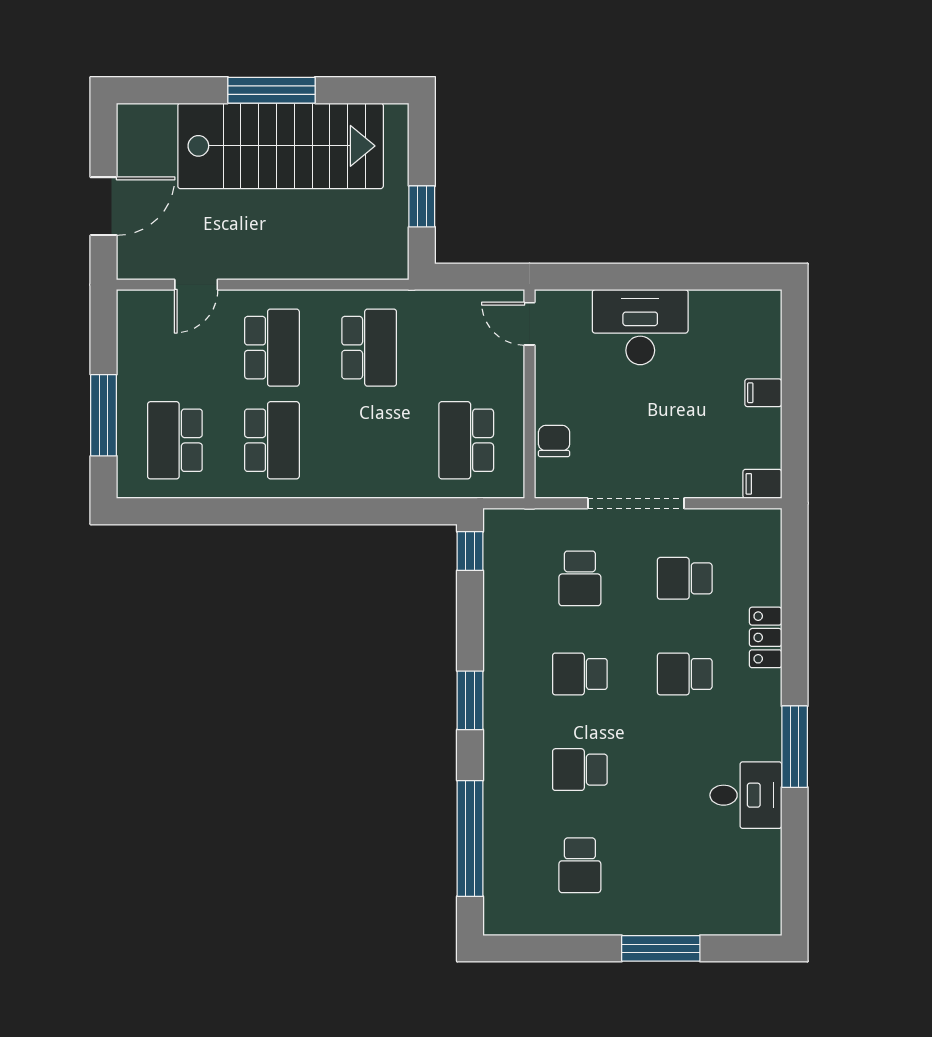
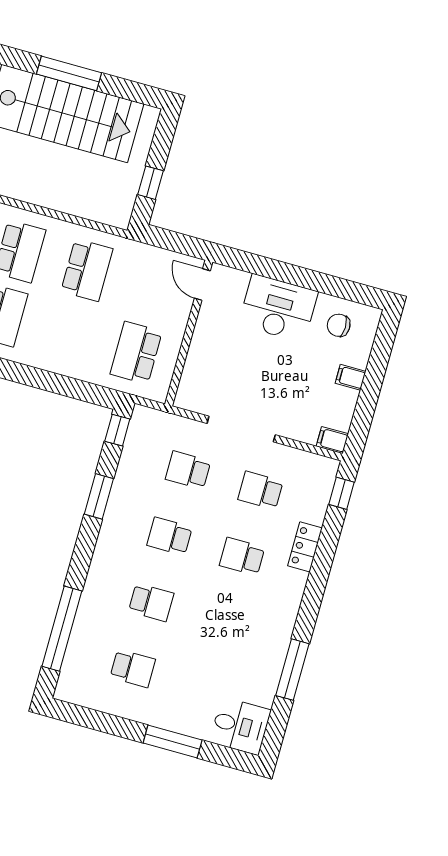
chair: (554, 441) -> (339, 325), moved, turned -90
window: (795, 552) -> (342, 493), added
school desk: (580, 578) -> (188, 470), turned 90
window: (470, 700) -> (99, 496), moved
window: (795, 747) -> (292, 670), moved
school desk: (580, 770) -> (151, 602), turned 180
desk: (746, 795) -> (240, 726), moved
school desk: (580, 865) -> (133, 668), turned -90

